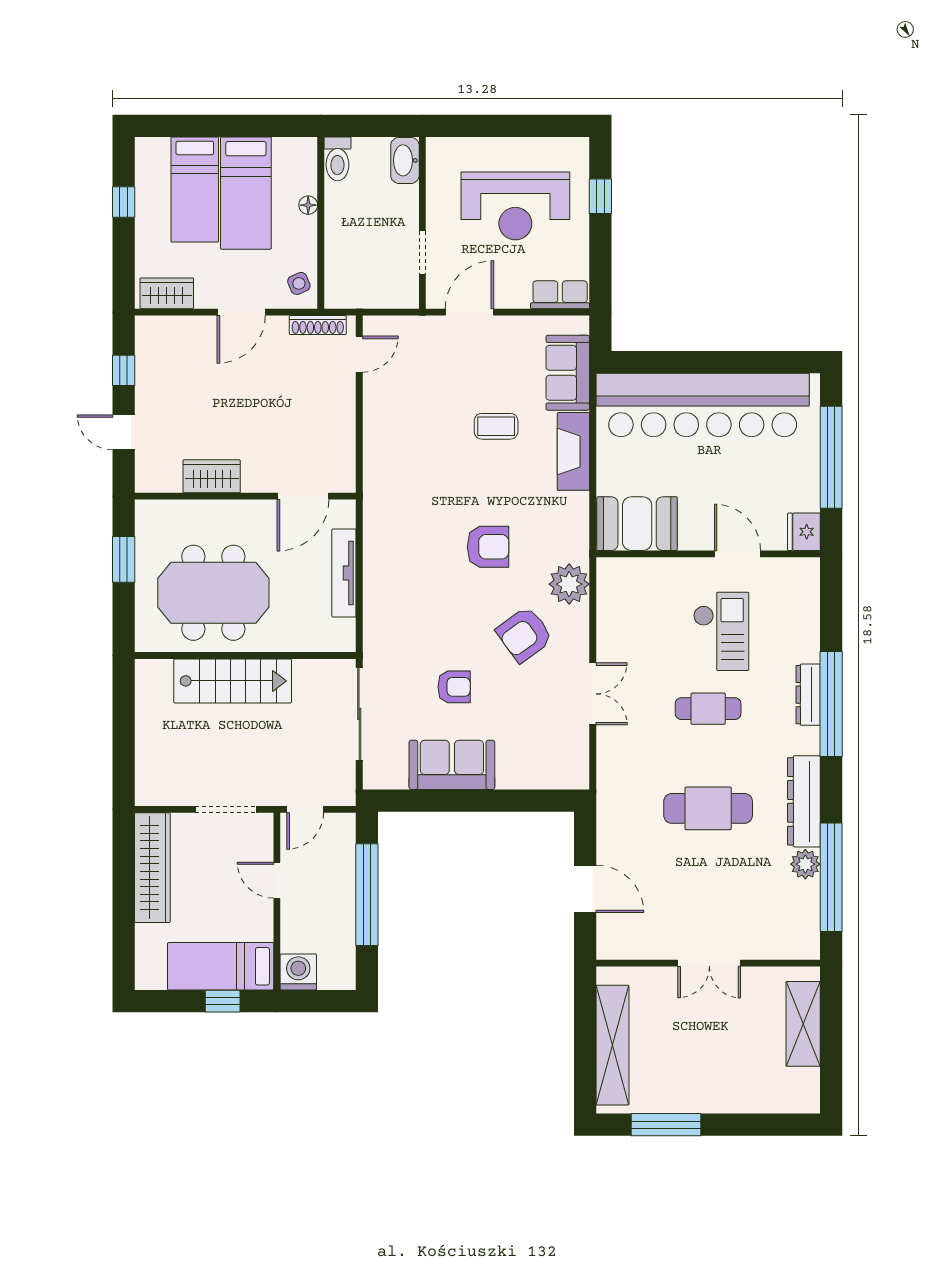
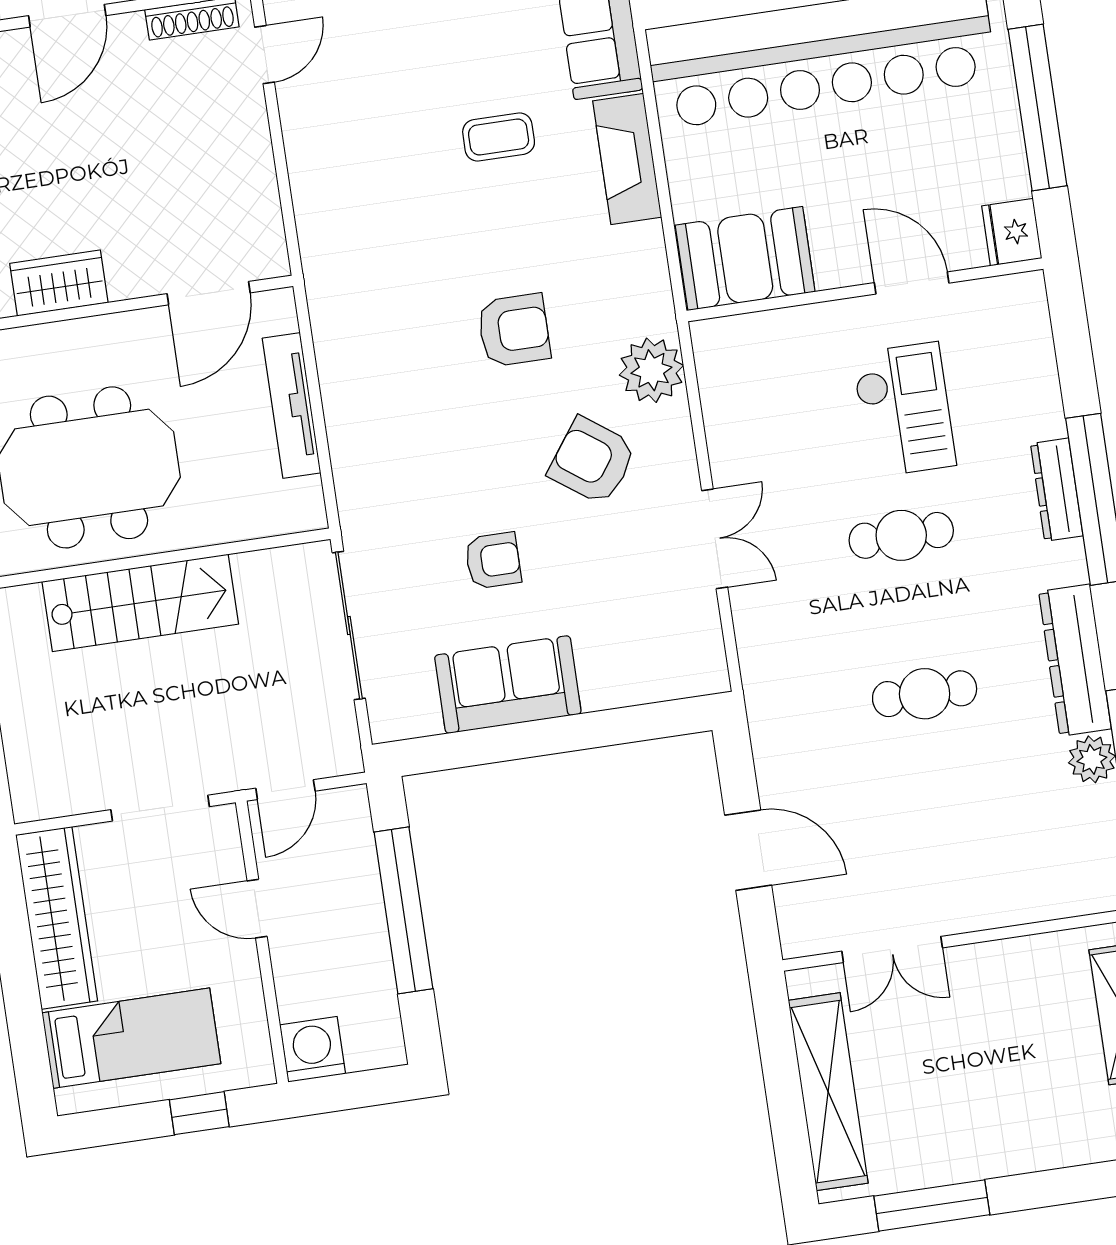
armchair: (524, 634) -> (592, 461), turned 72
cafe table: (708, 808) -> (925, 694), width x0.73, depth x0.74
double door: (709, 963) -> (892, 949), moved
bed: (221, 966) -> (131, 1038), moved, turned 180

